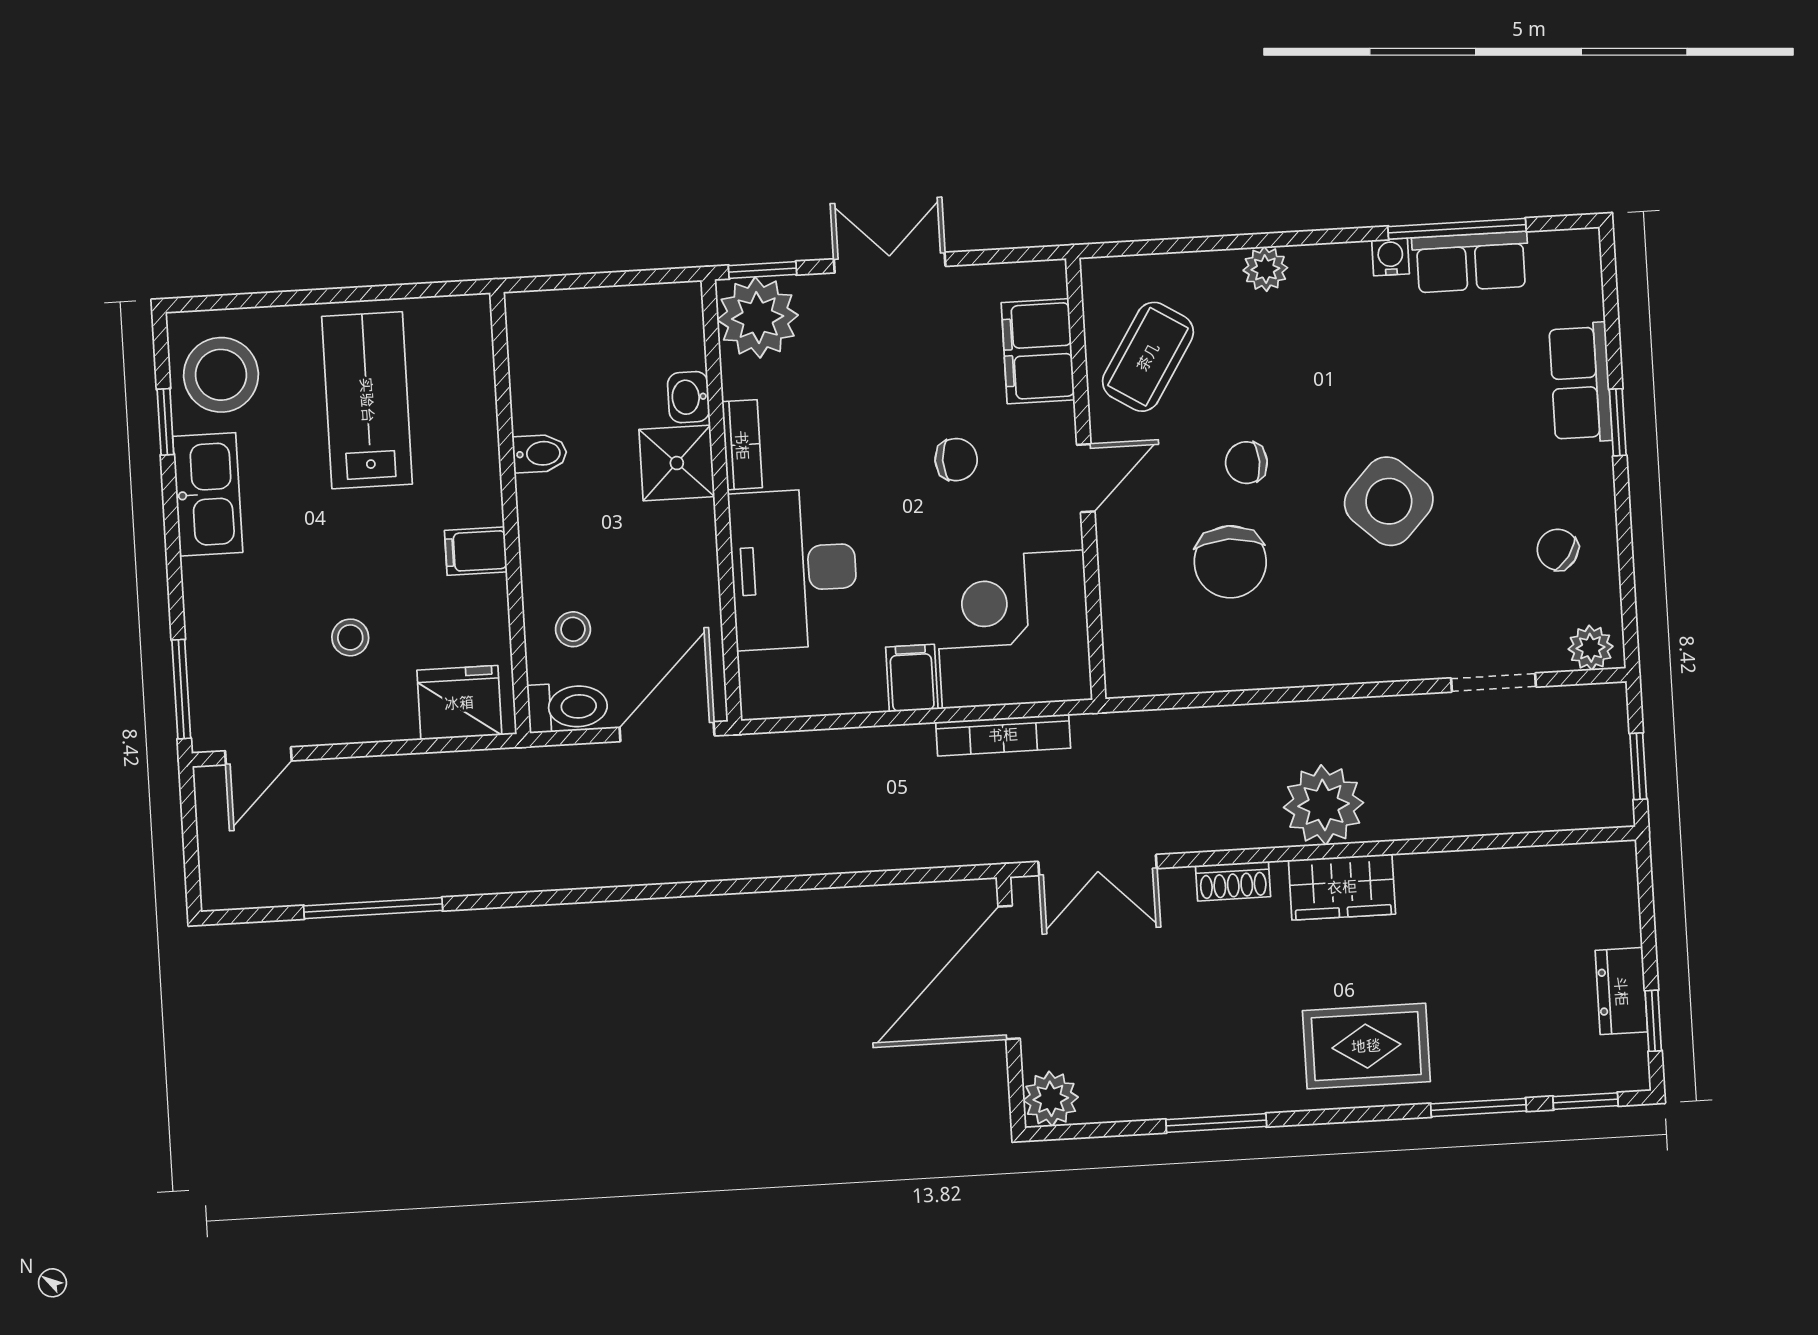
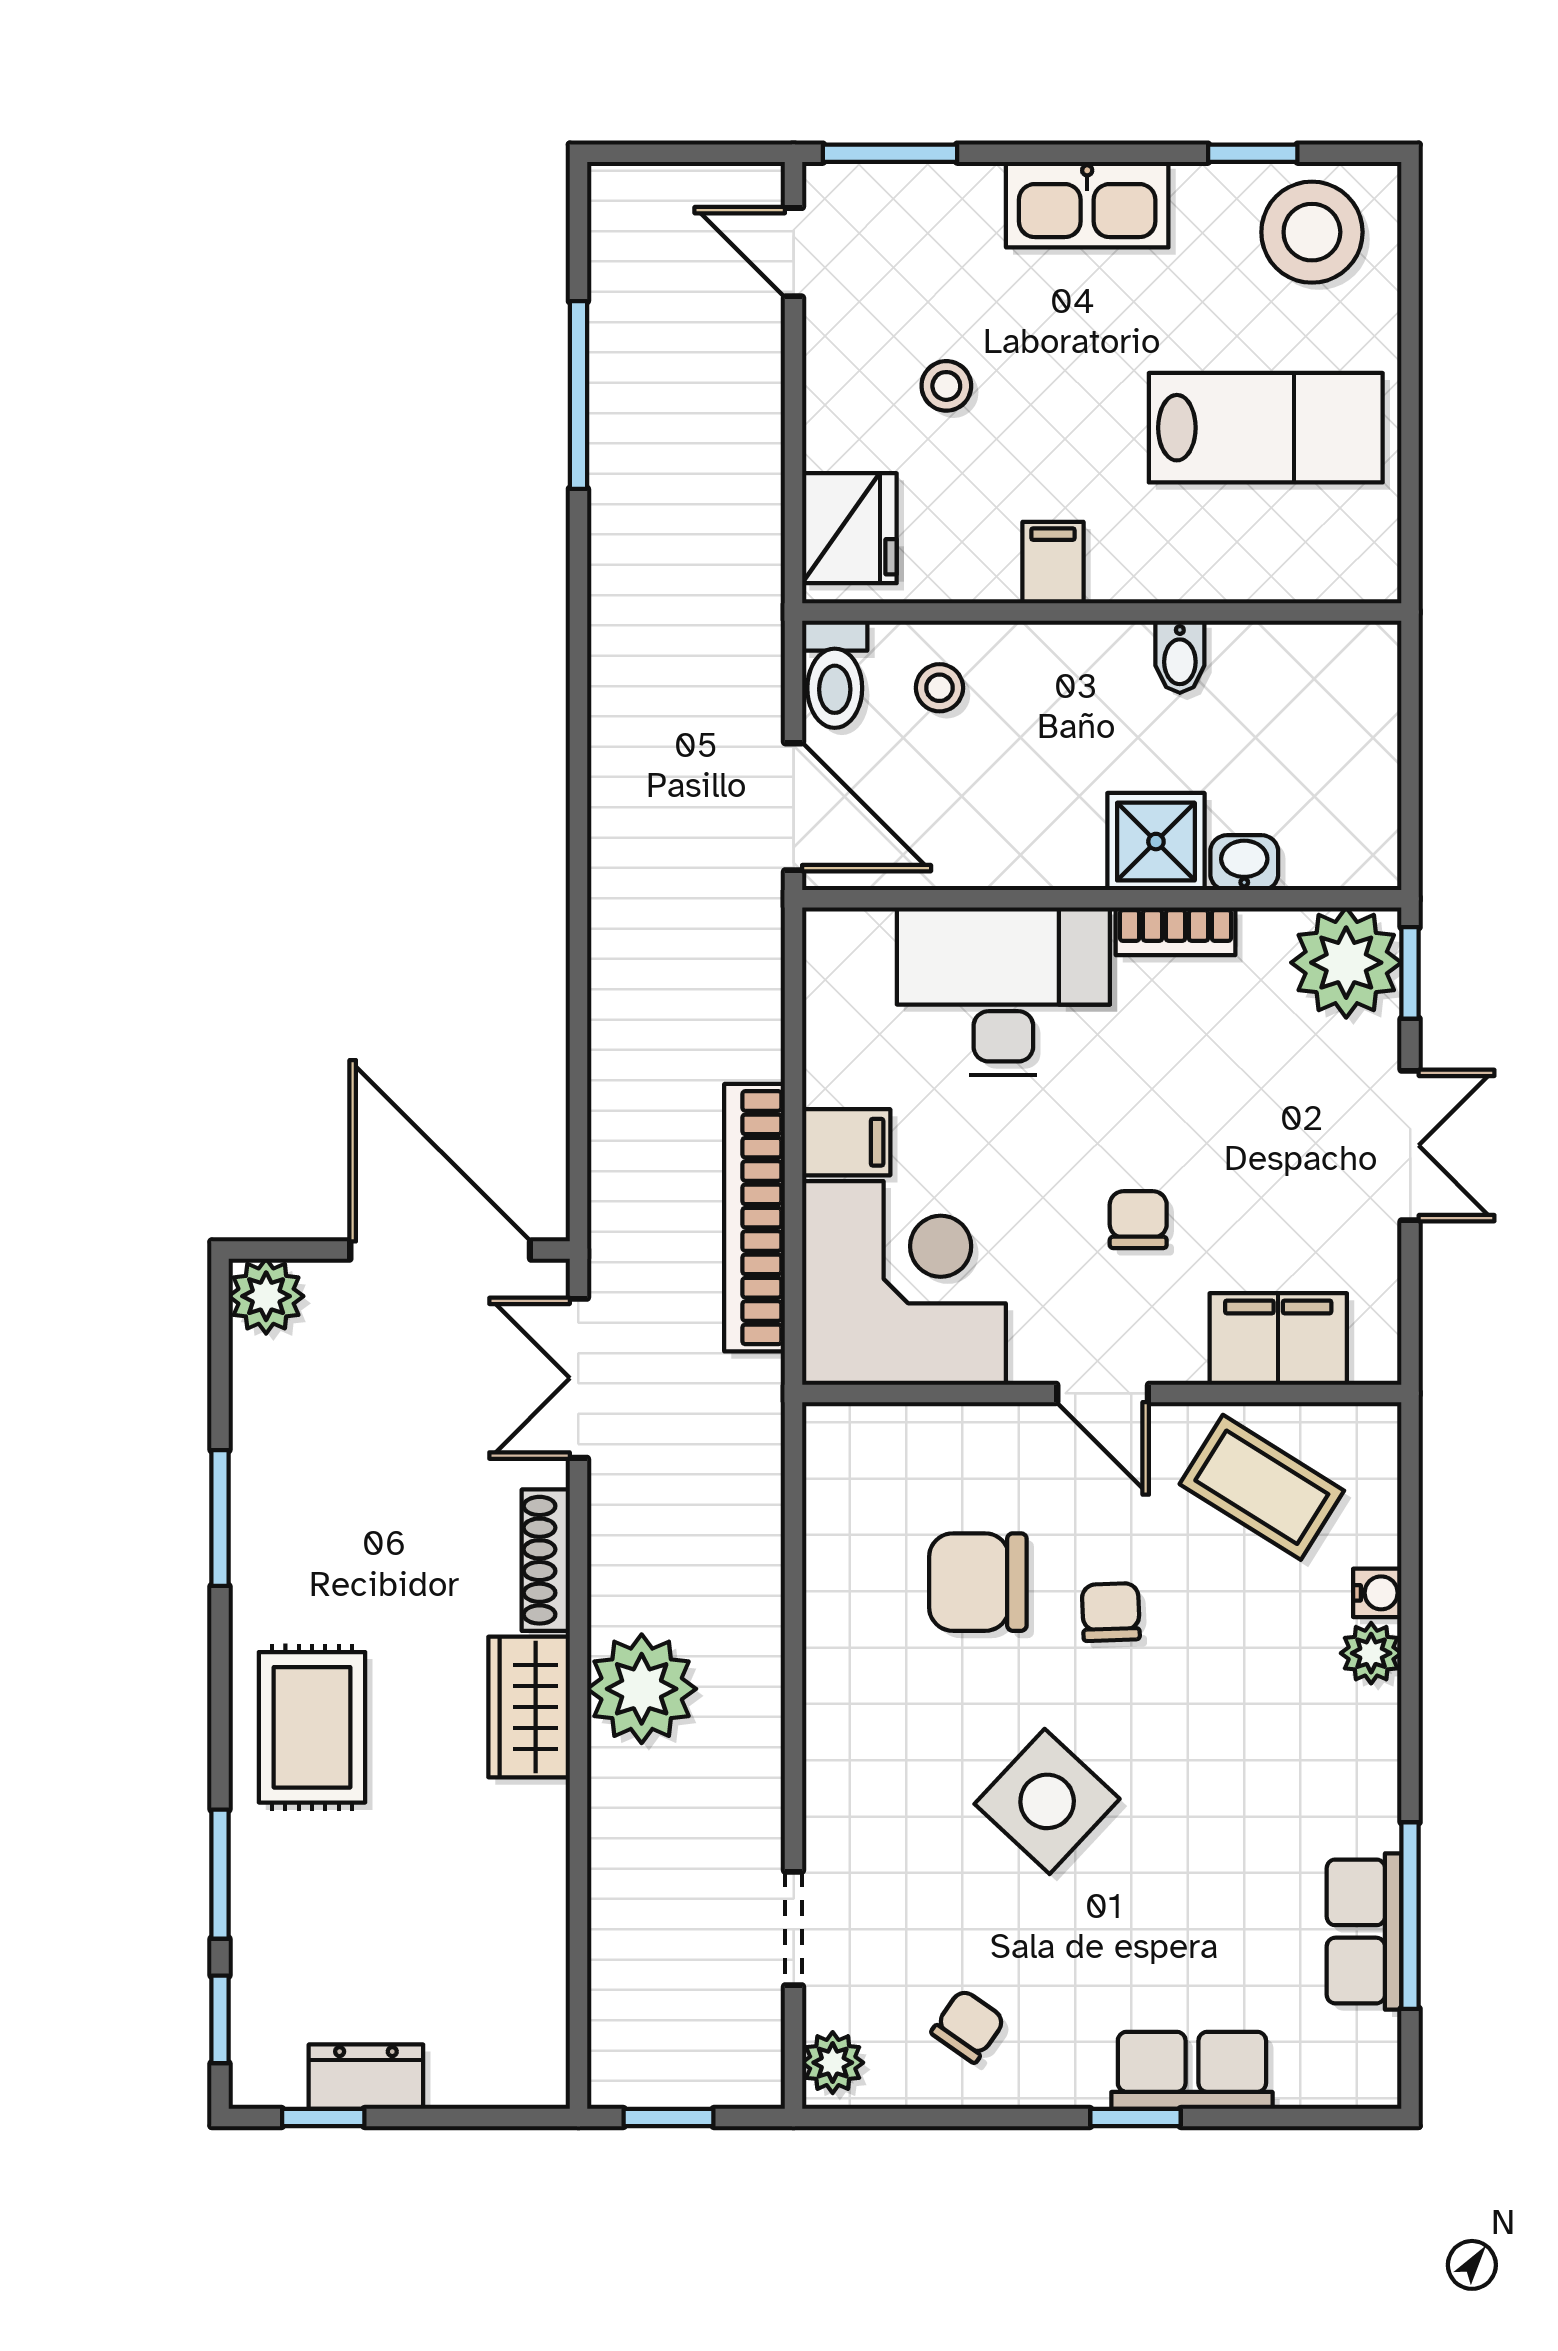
water cooler: (1391, 257) -> (1377, 1593), moved
chair: (956, 460) -> (1138, 1220), turned 180
kitchen sink: (208, 494) -> (1087, 205), moved
bookcase: (1003, 735) -> (755, 1218), width x1.48, depth x1.31
shoe rack: (1233, 881) -> (546, 1560), width x1.43

